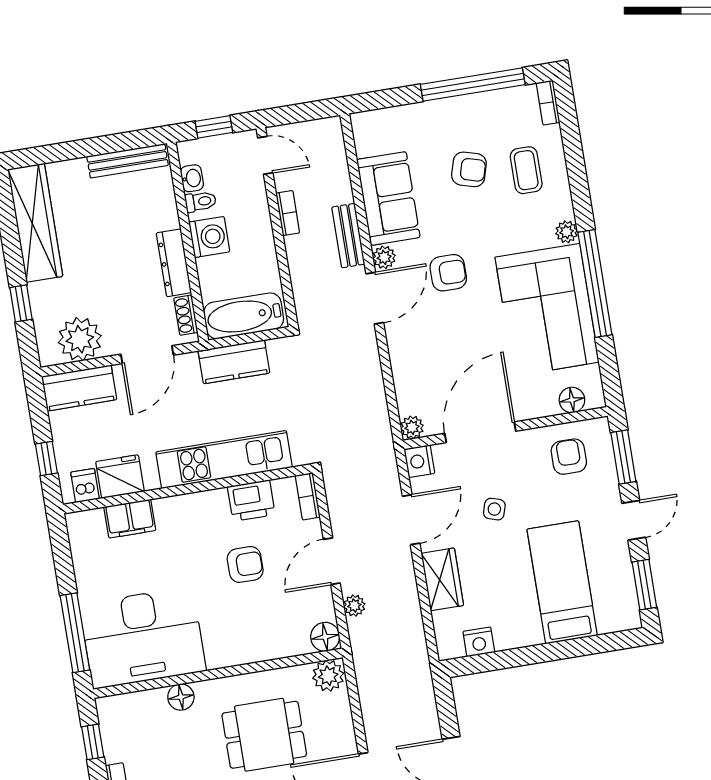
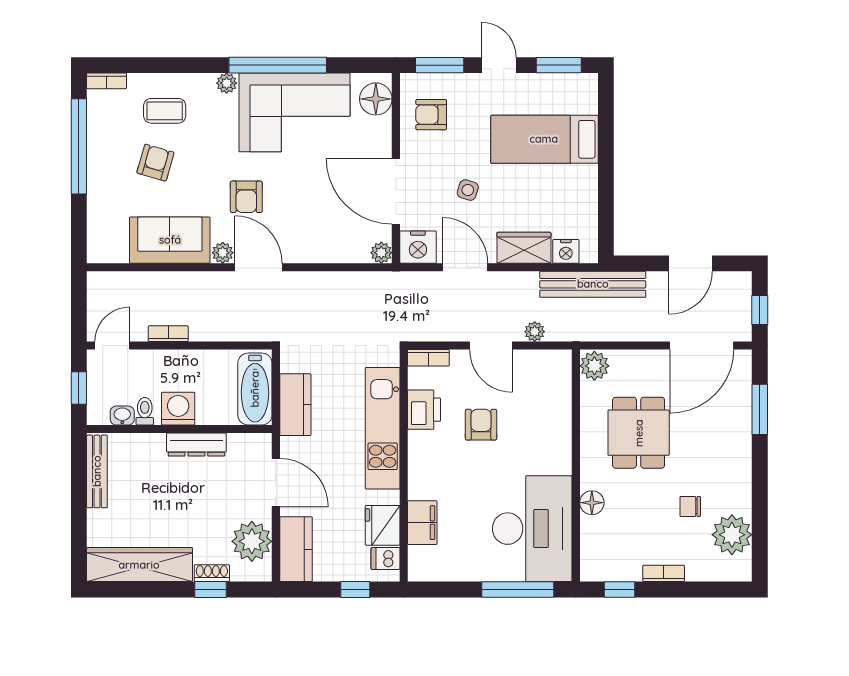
bench: (348, 236) -> (593, 284), moved, width x1.86, depth x1.21
armchair: (448, 273) -> (246, 197), turned 180
shoe rack: (186, 315) -> (212, 573), moved, turned 180
floor lamp: (572, 400) -> (376, 99), width x1.38, depth x1.38
nightstand: (419, 461) -> (418, 247), width x1.36, depth x1.33
floor lamp: (325, 637) -> (559, 363), removed
nightstand: (479, 642) -> (566, 251), moved, turned 90

